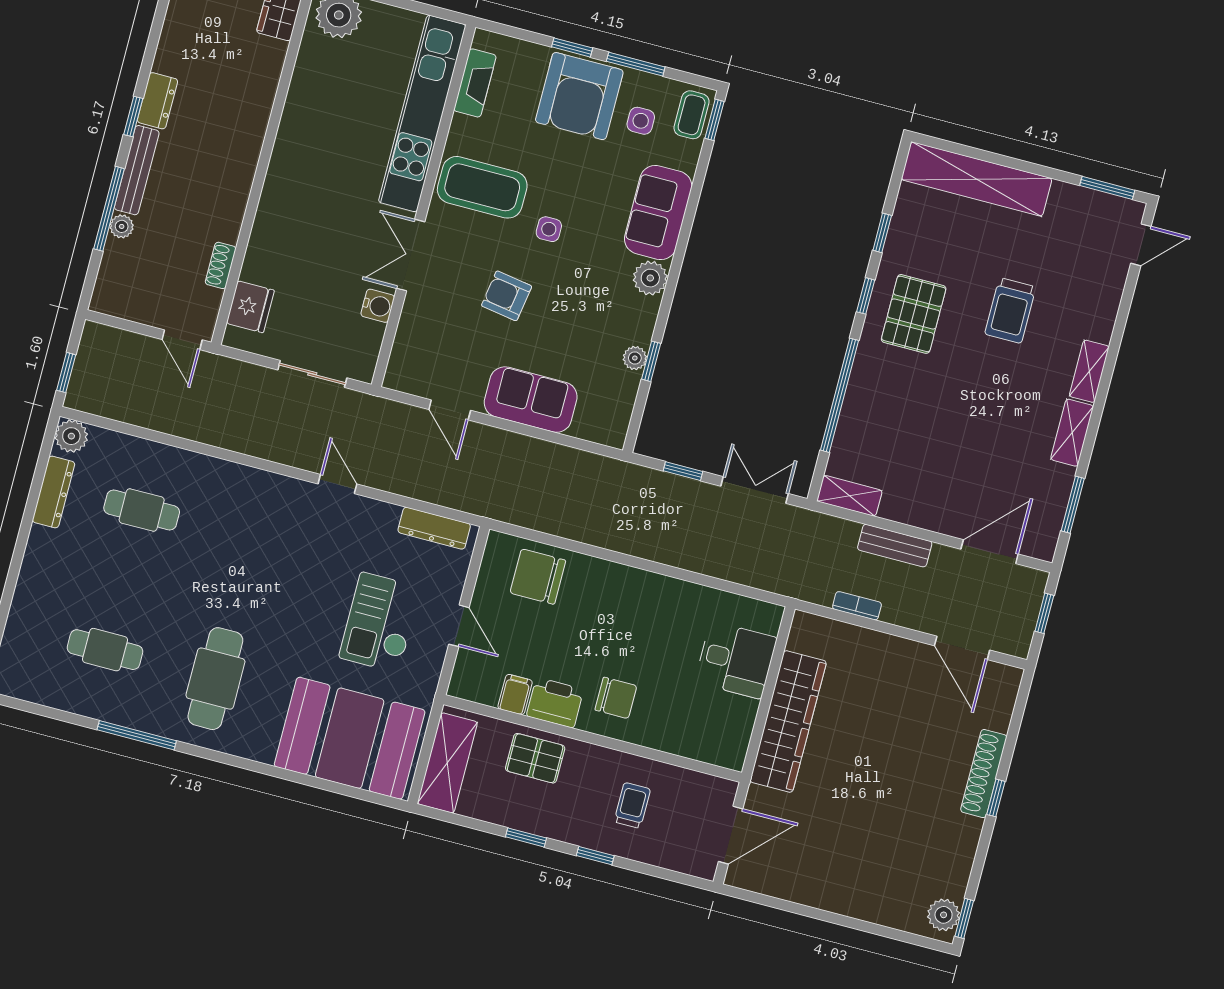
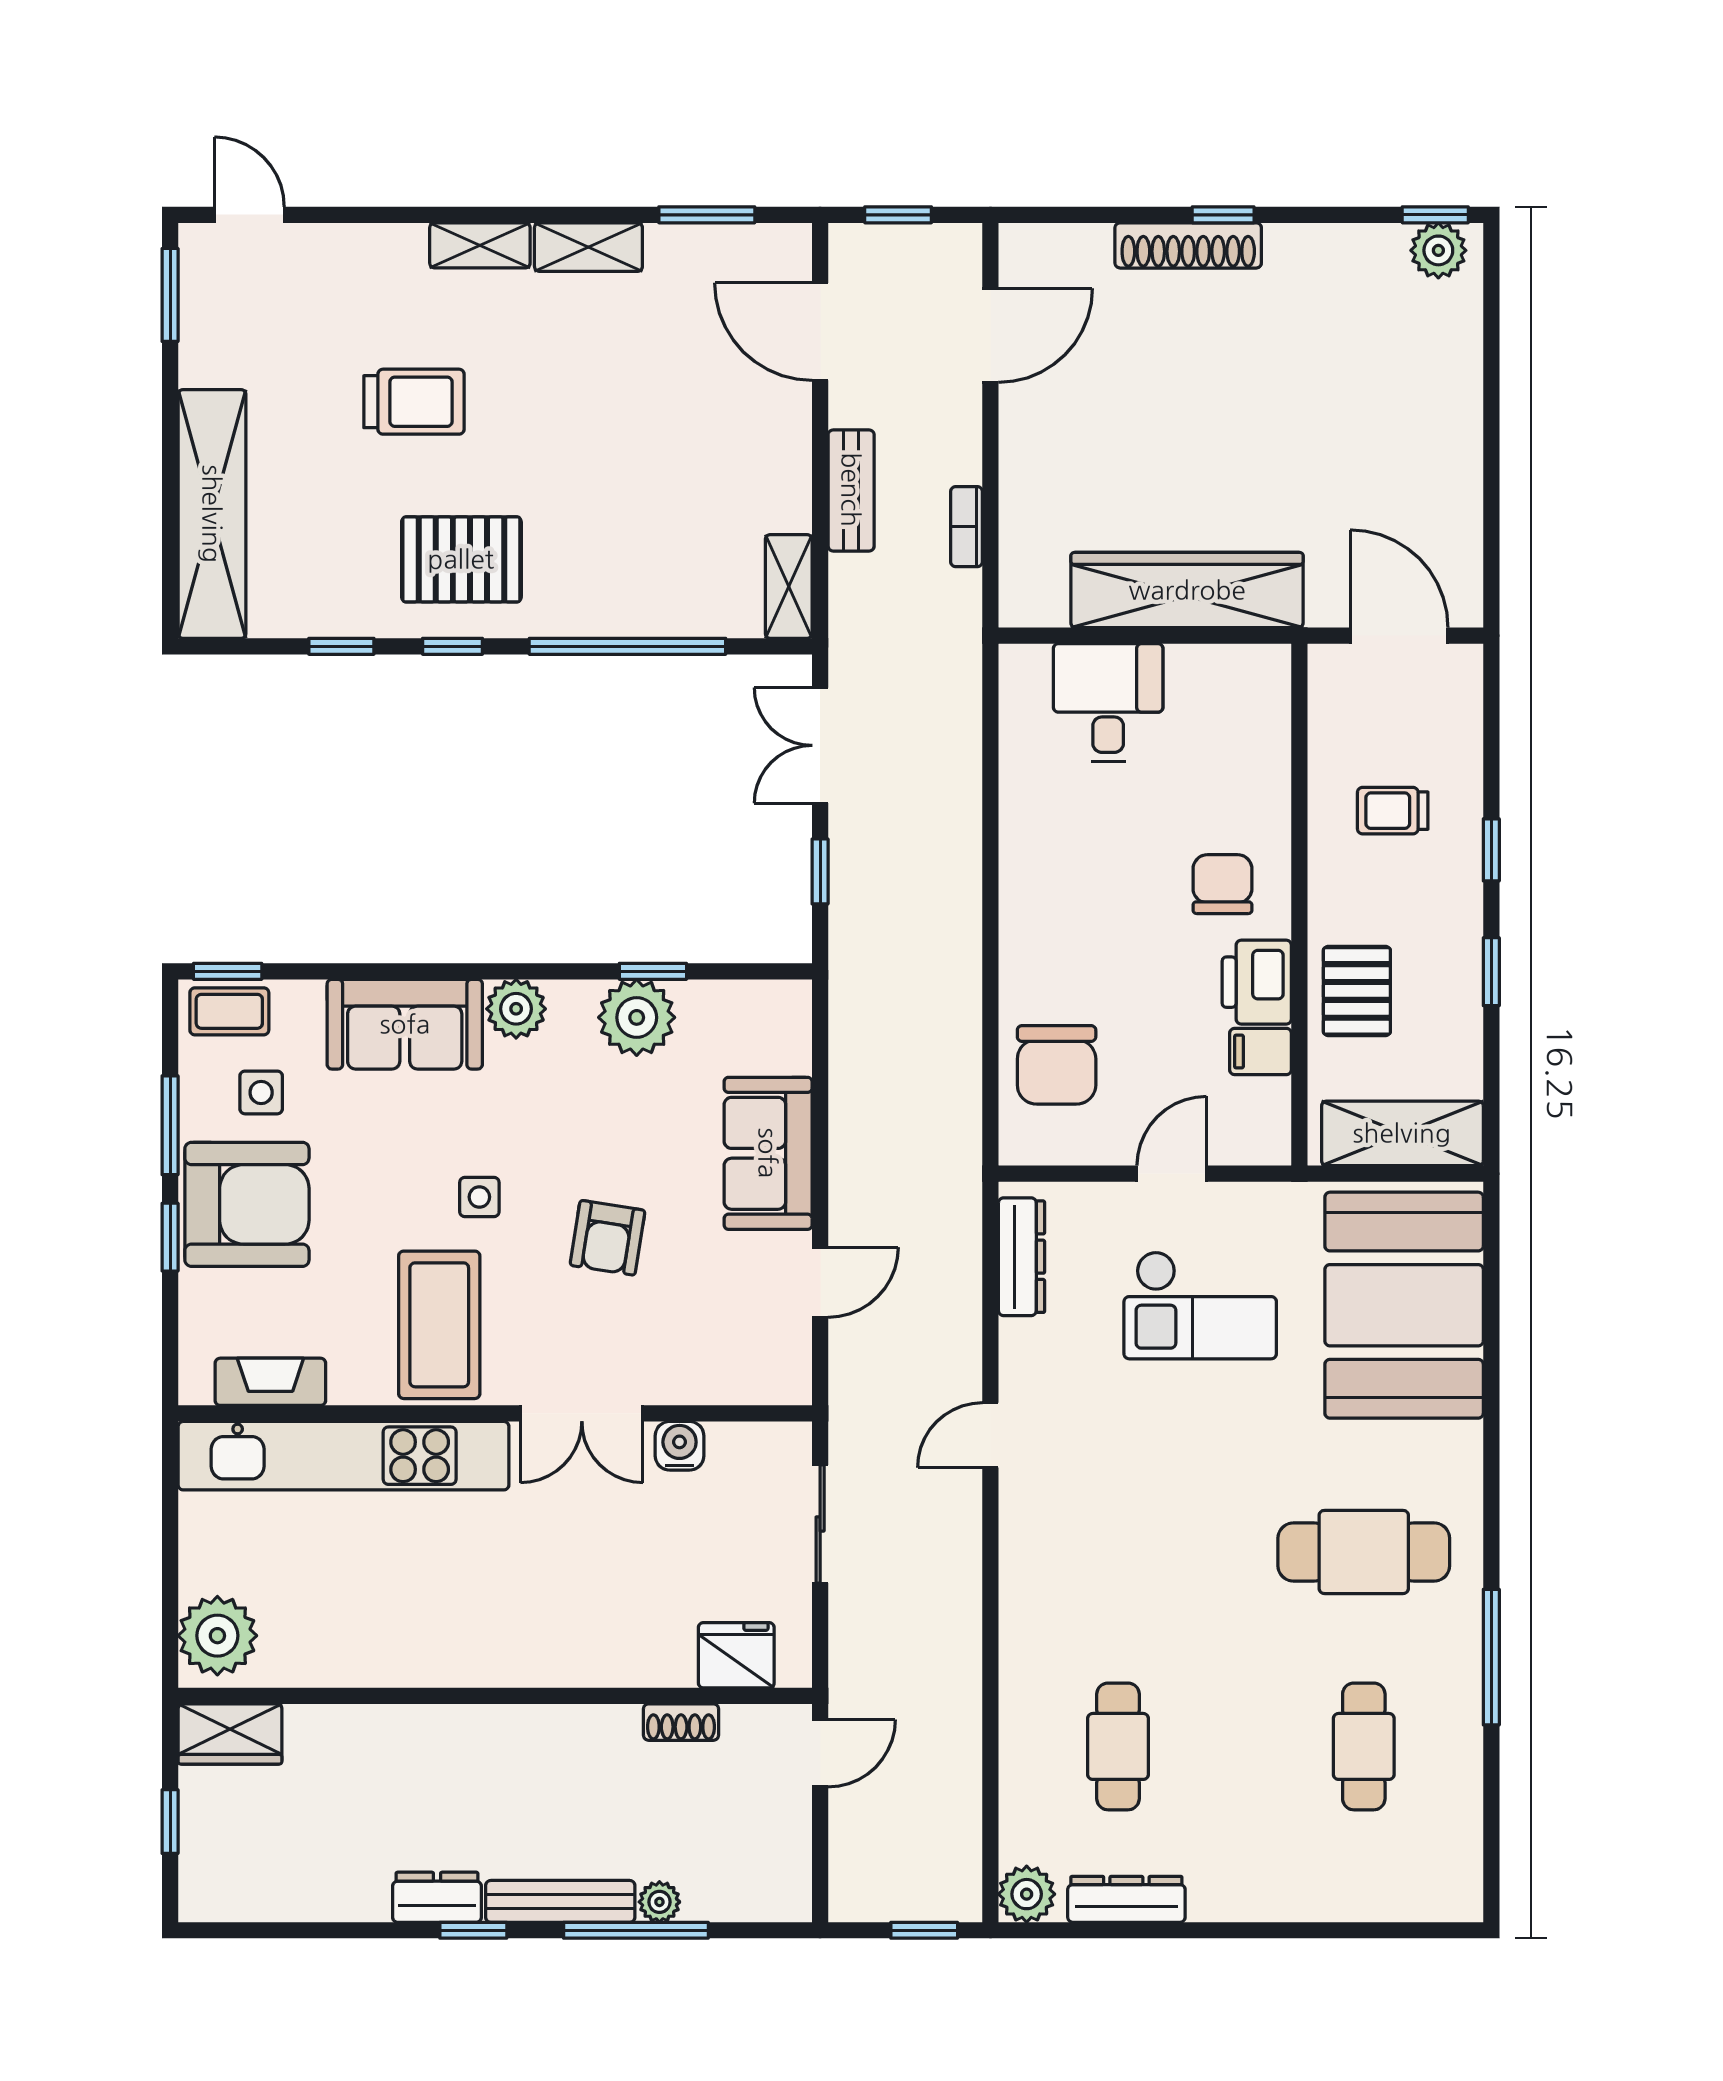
plant: (635, 358) -> (637, 1017), width x1.87, depth x1.87

